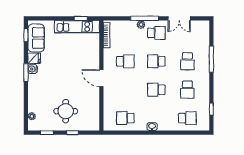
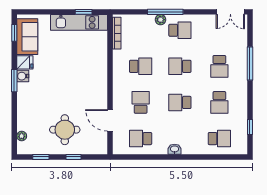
double door: (179, 18) -> (230, 12), moved
door: (101, 78) -> (110, 120), moved
school desk: (125, 90) -> (141, 102), added

